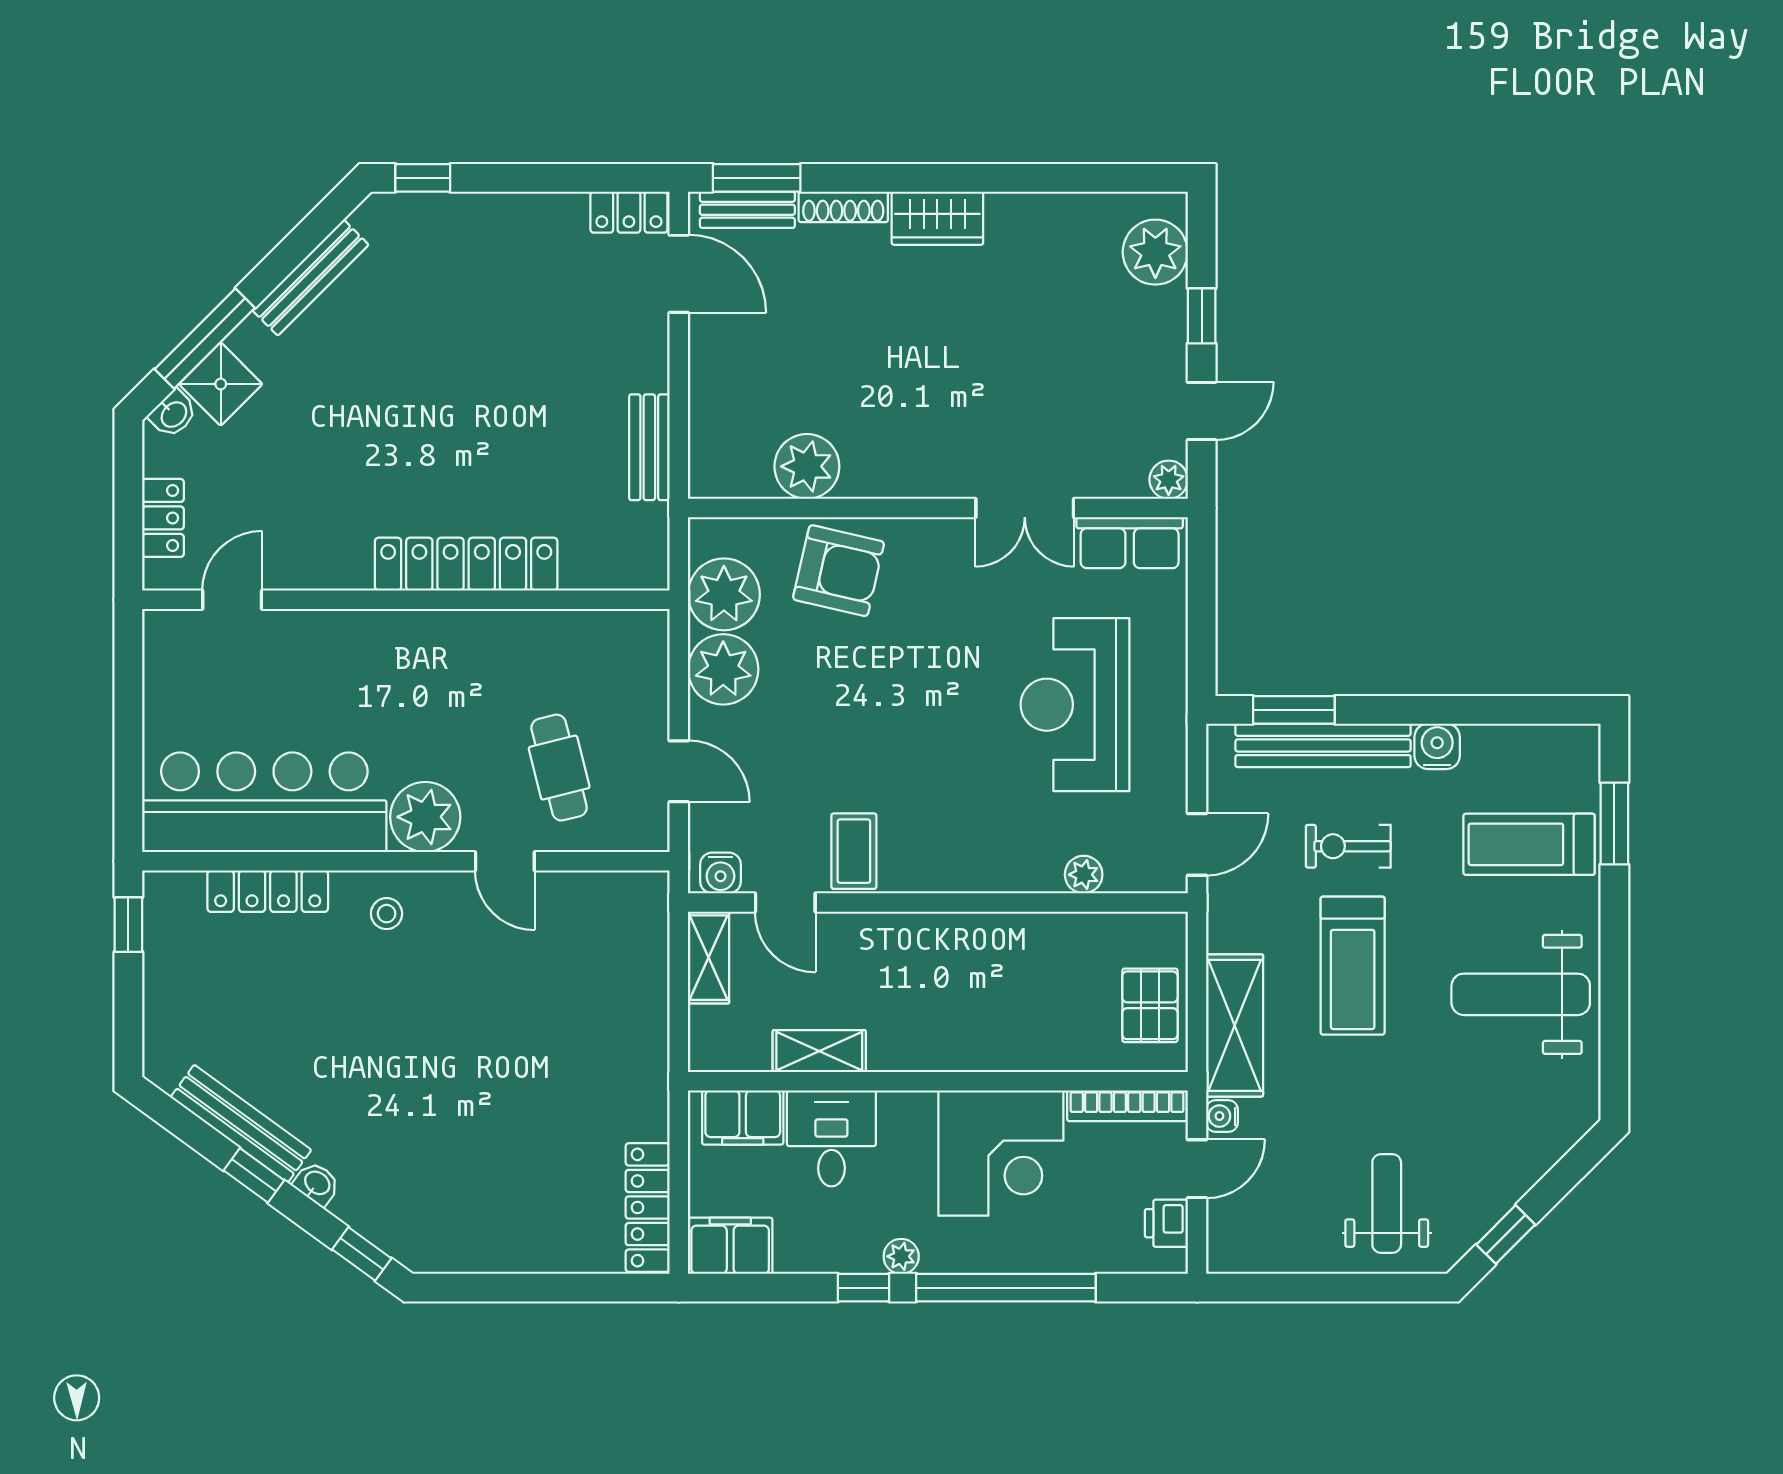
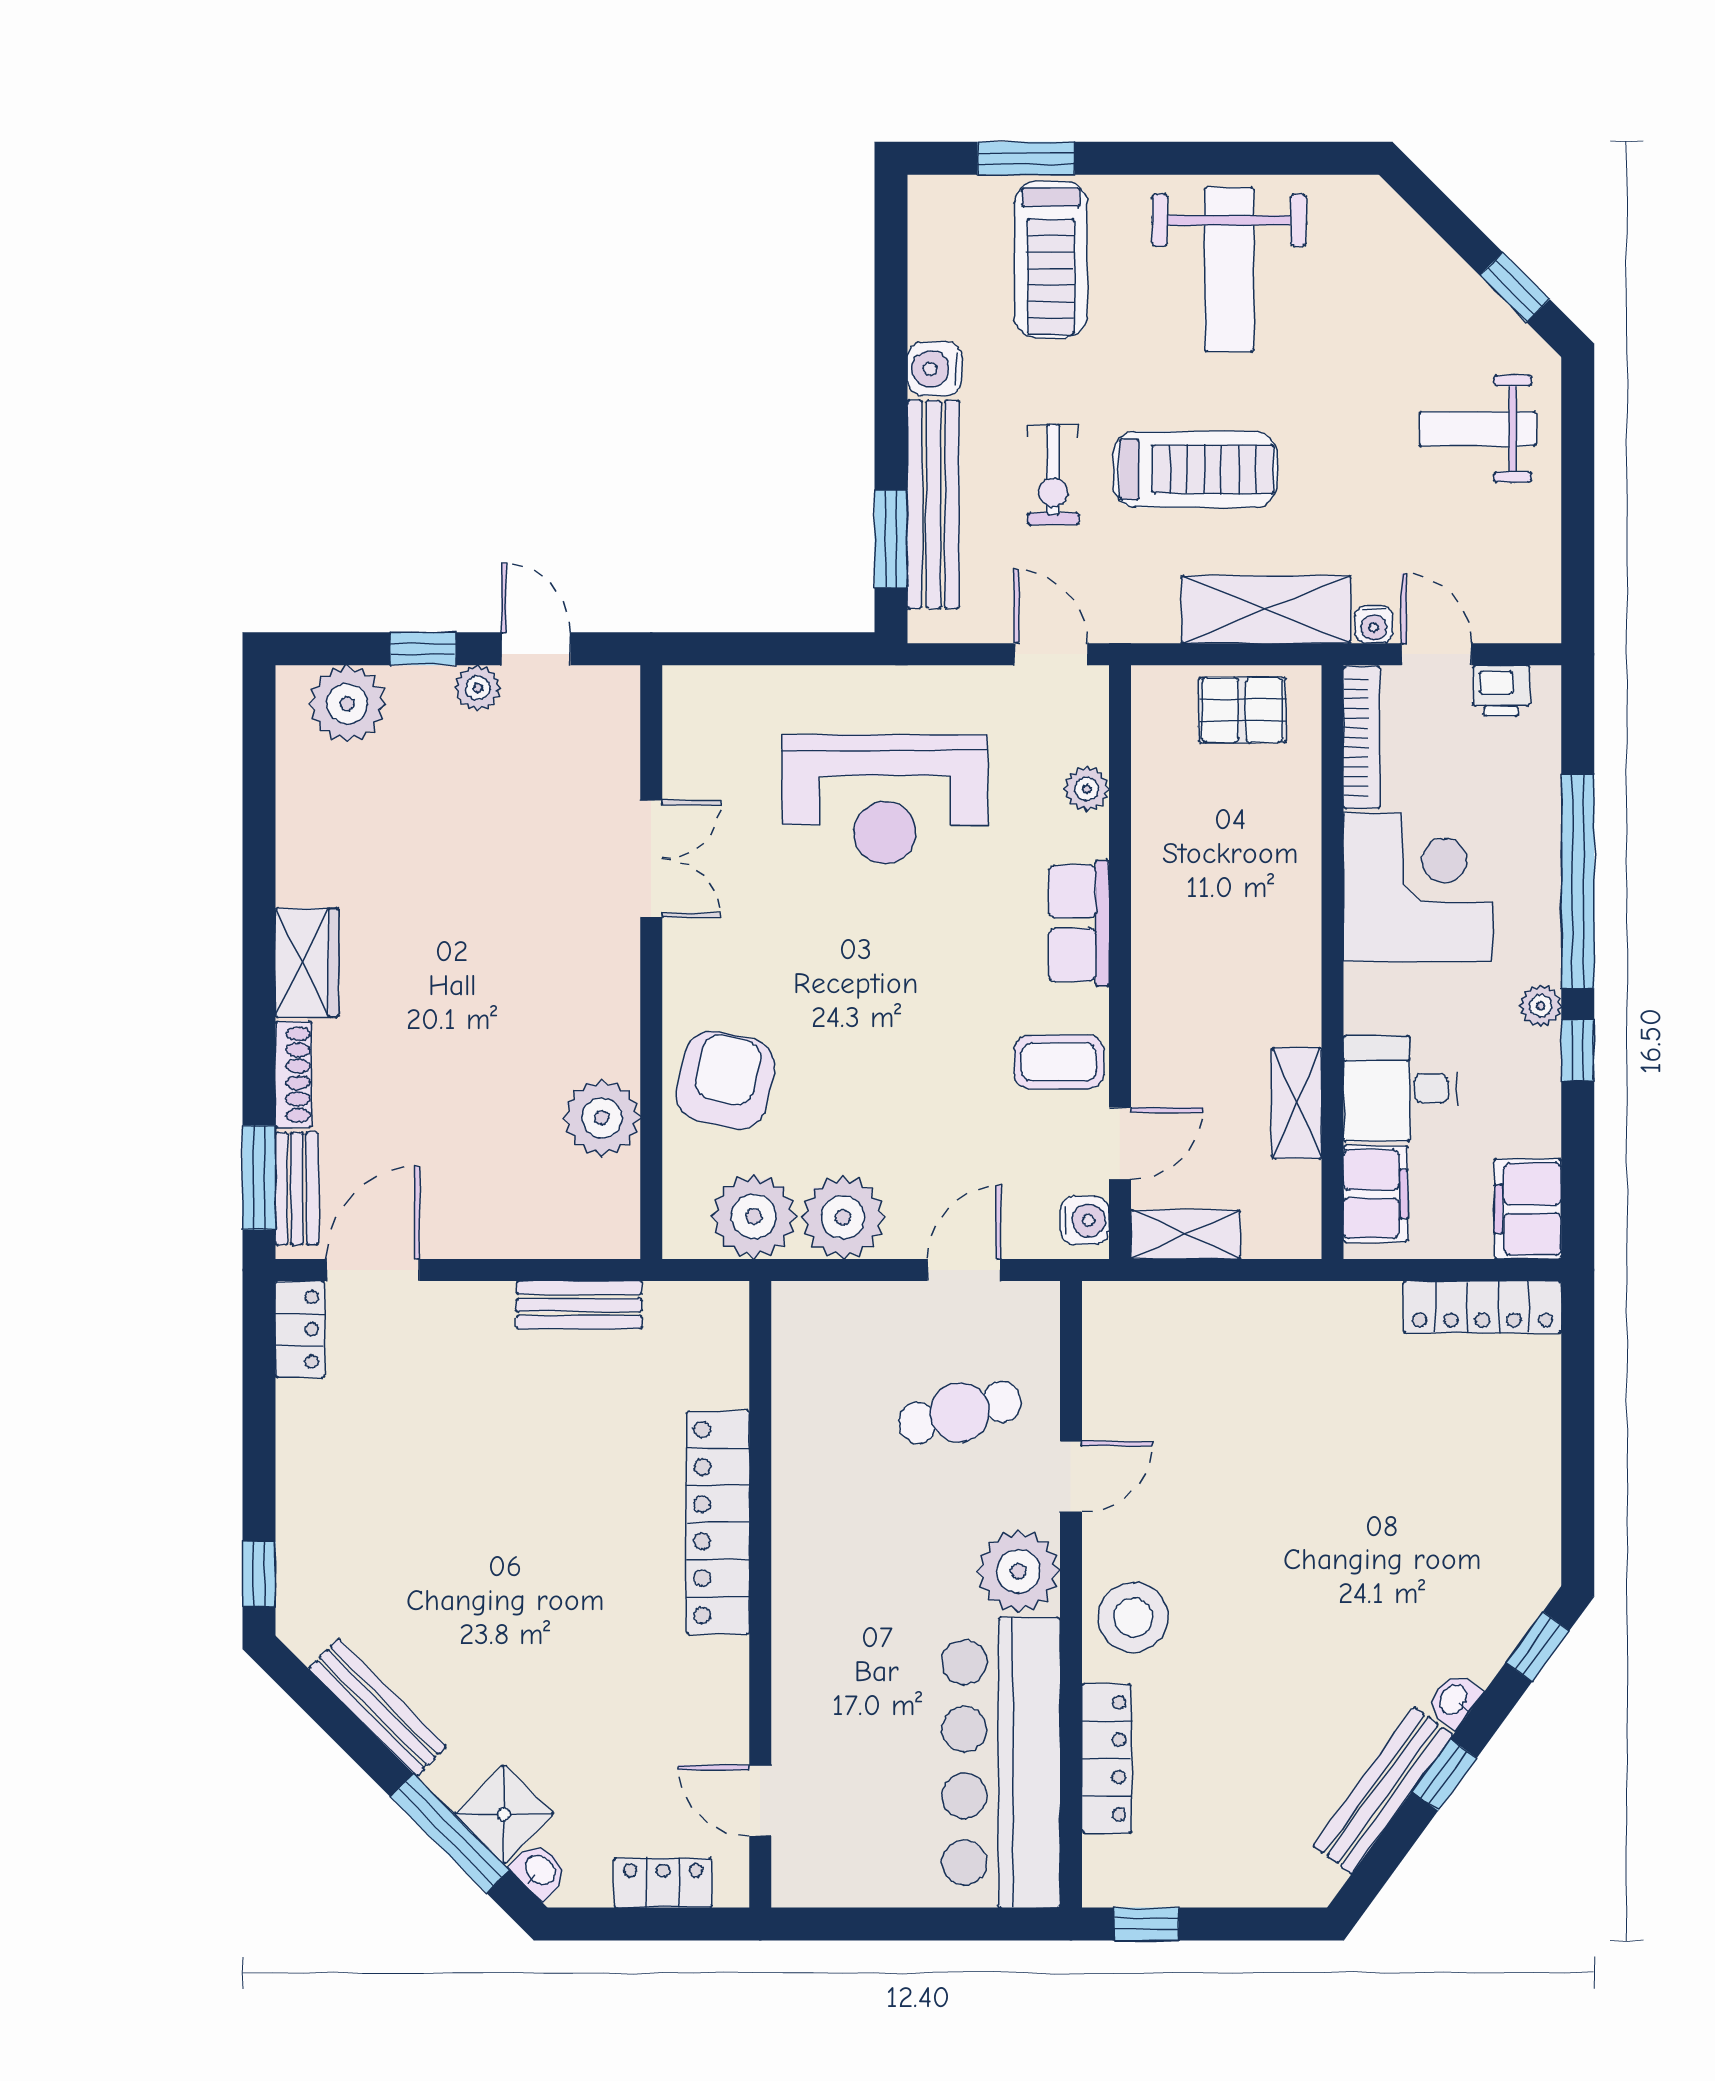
plant: (1169, 480) -> (478, 688), moved
row of seats: (1130, 543) -> (1079, 923), moved, turned 180
stool: (387, 914) -> (1133, 1617), width x1.89, depth x1.89

